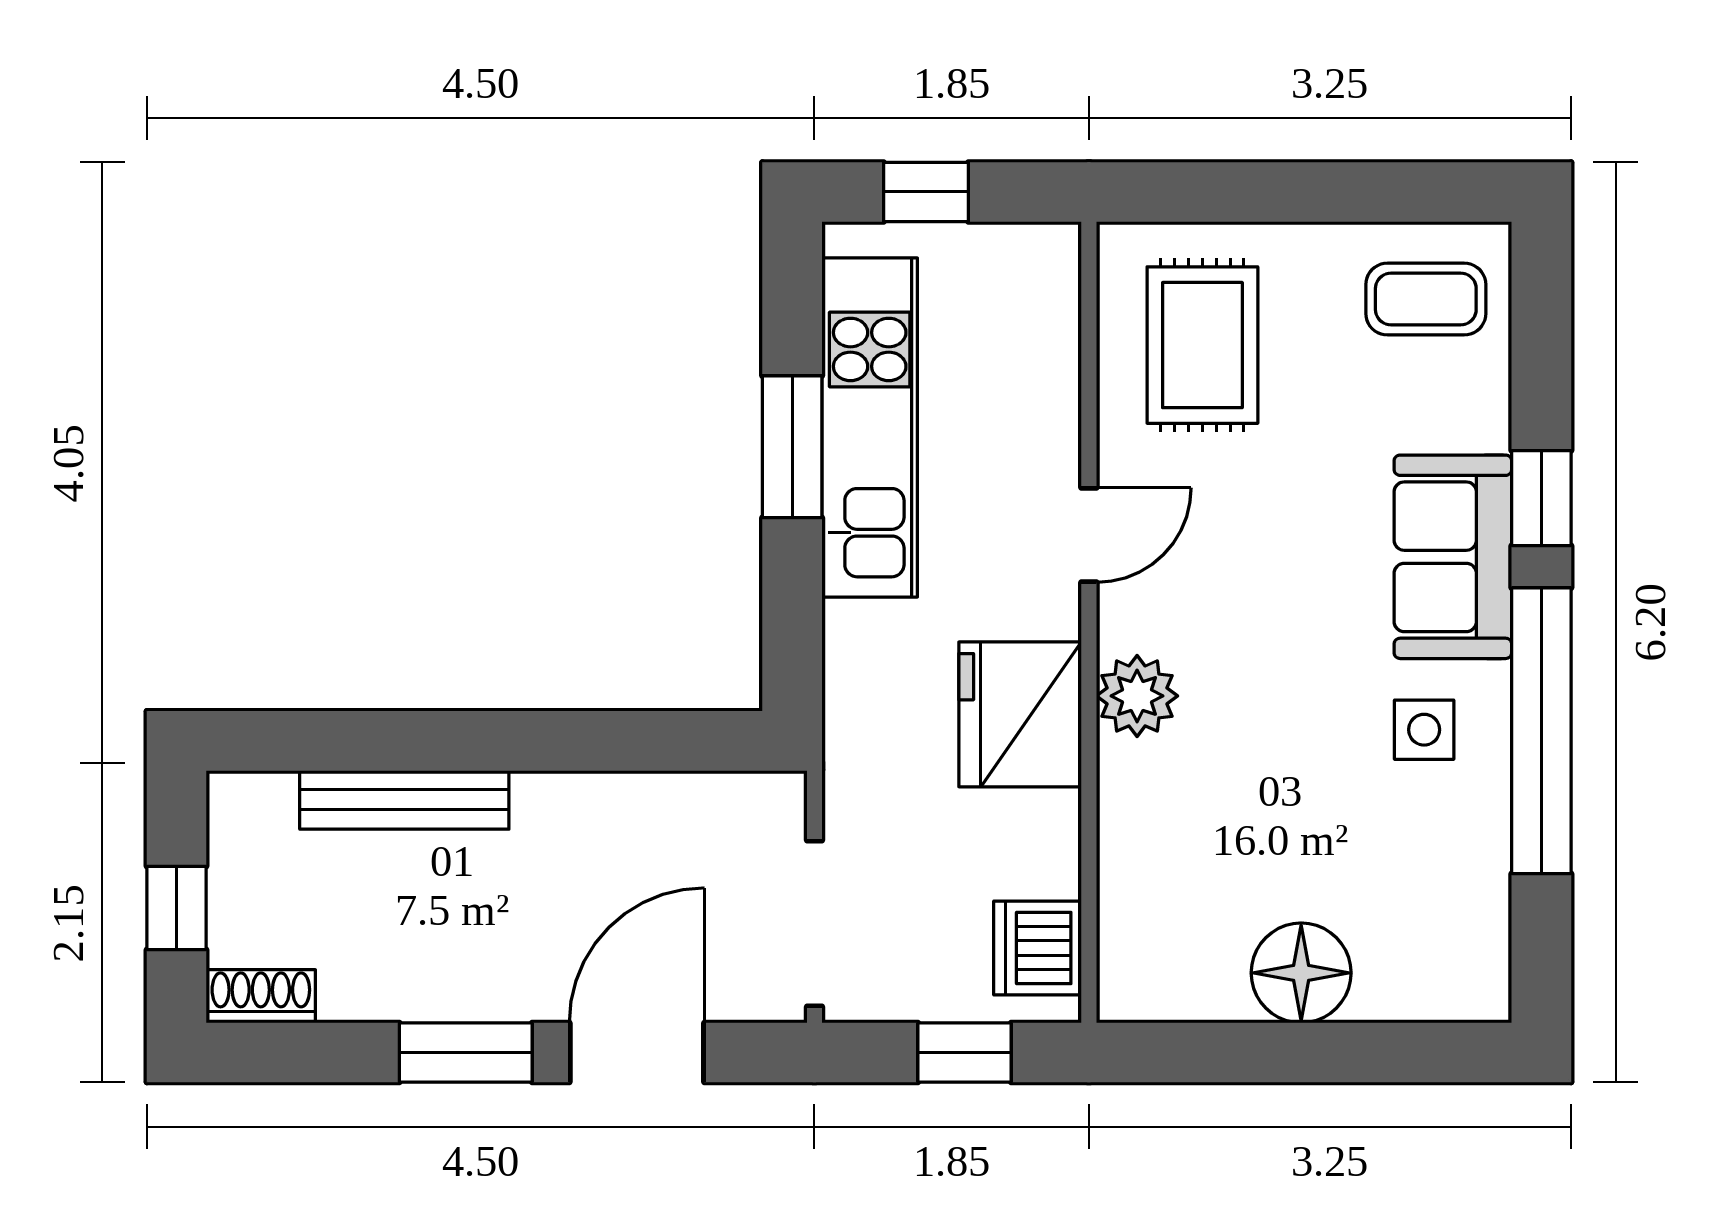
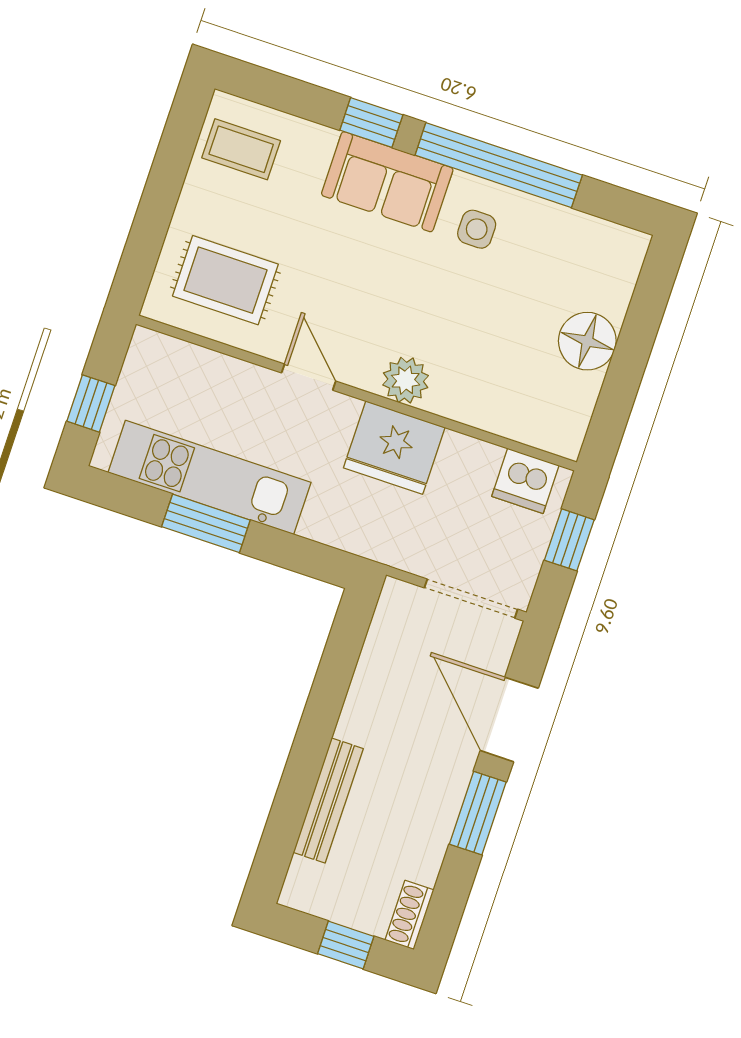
coffee table: (1426, 299) -> (241, 149), turned 90

